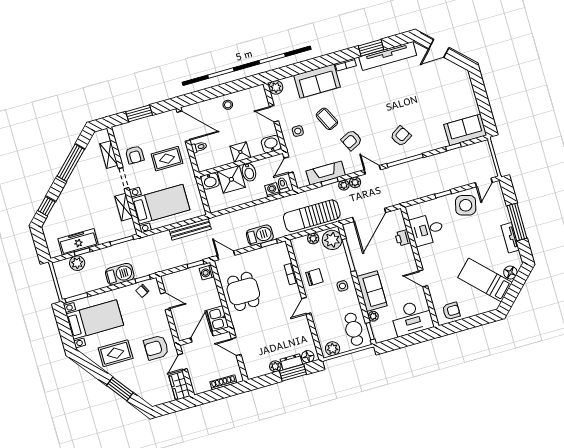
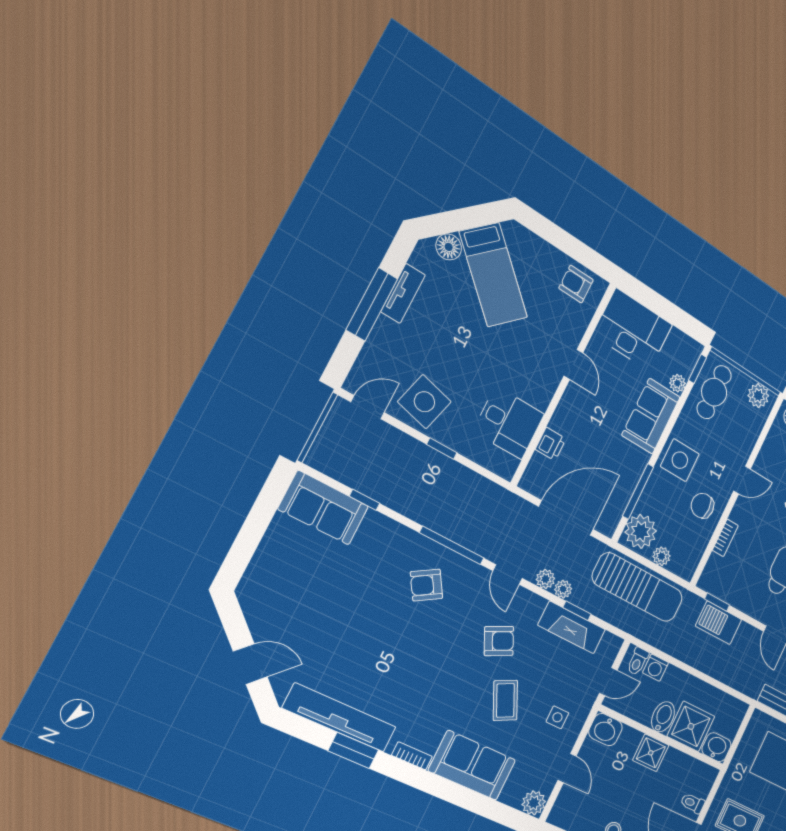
side table: (342, 286) -> (680, 460), width x1.87, depth x1.87

